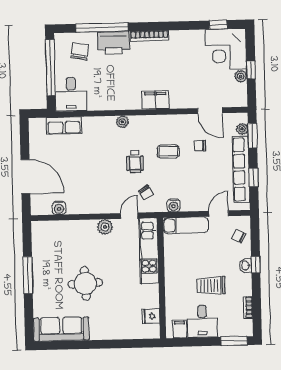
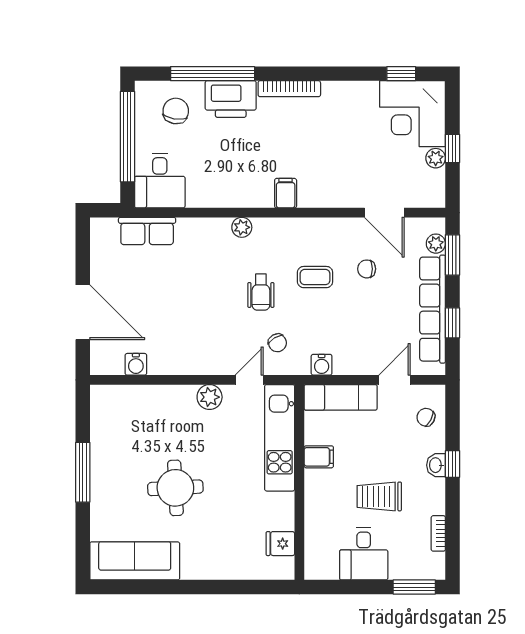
filing cabinet: (156, 100) -> (286, 193), width x0.50
filing cabinet: (180, 329) -> (319, 457), moved, turned 90

